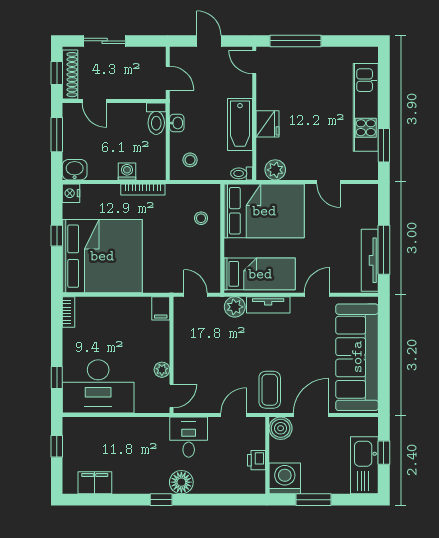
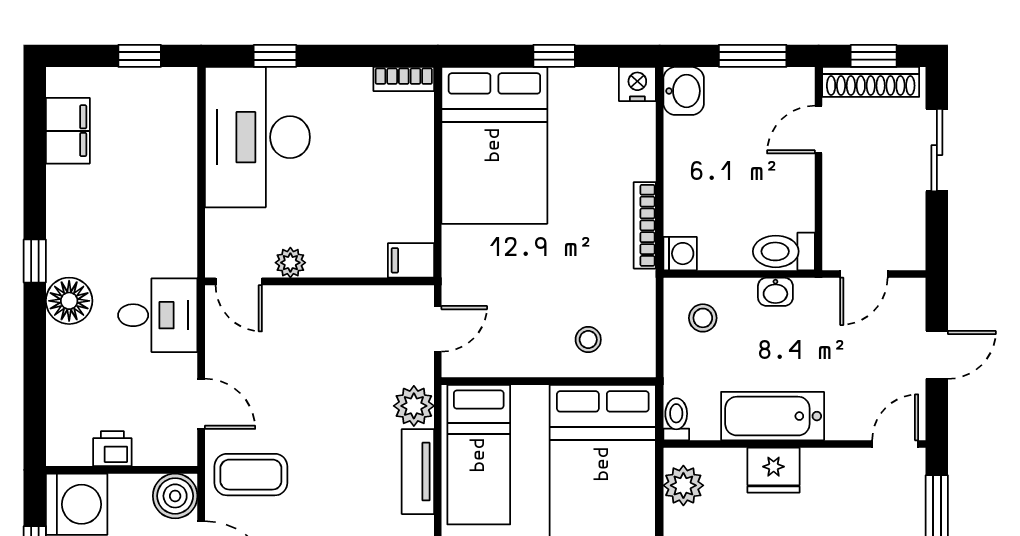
washing machine: (127, 172) -> (680, 254), moved
bed: (102, 256) -> (494, 145), width x0.73

